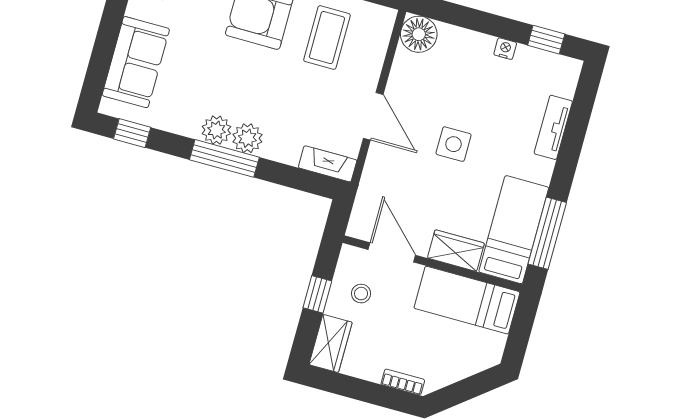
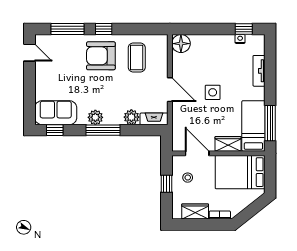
nightstand: (505, 49) -> (240, 39), moved
sofa: (136, 62) -> (56, 113), moved, turned -90
plant: (247, 138) -> (131, 117), moved
bed: (467, 300) -> (240, 172), width x1.50
wardrobe: (331, 343) -> (195, 211), moved, turned -90

